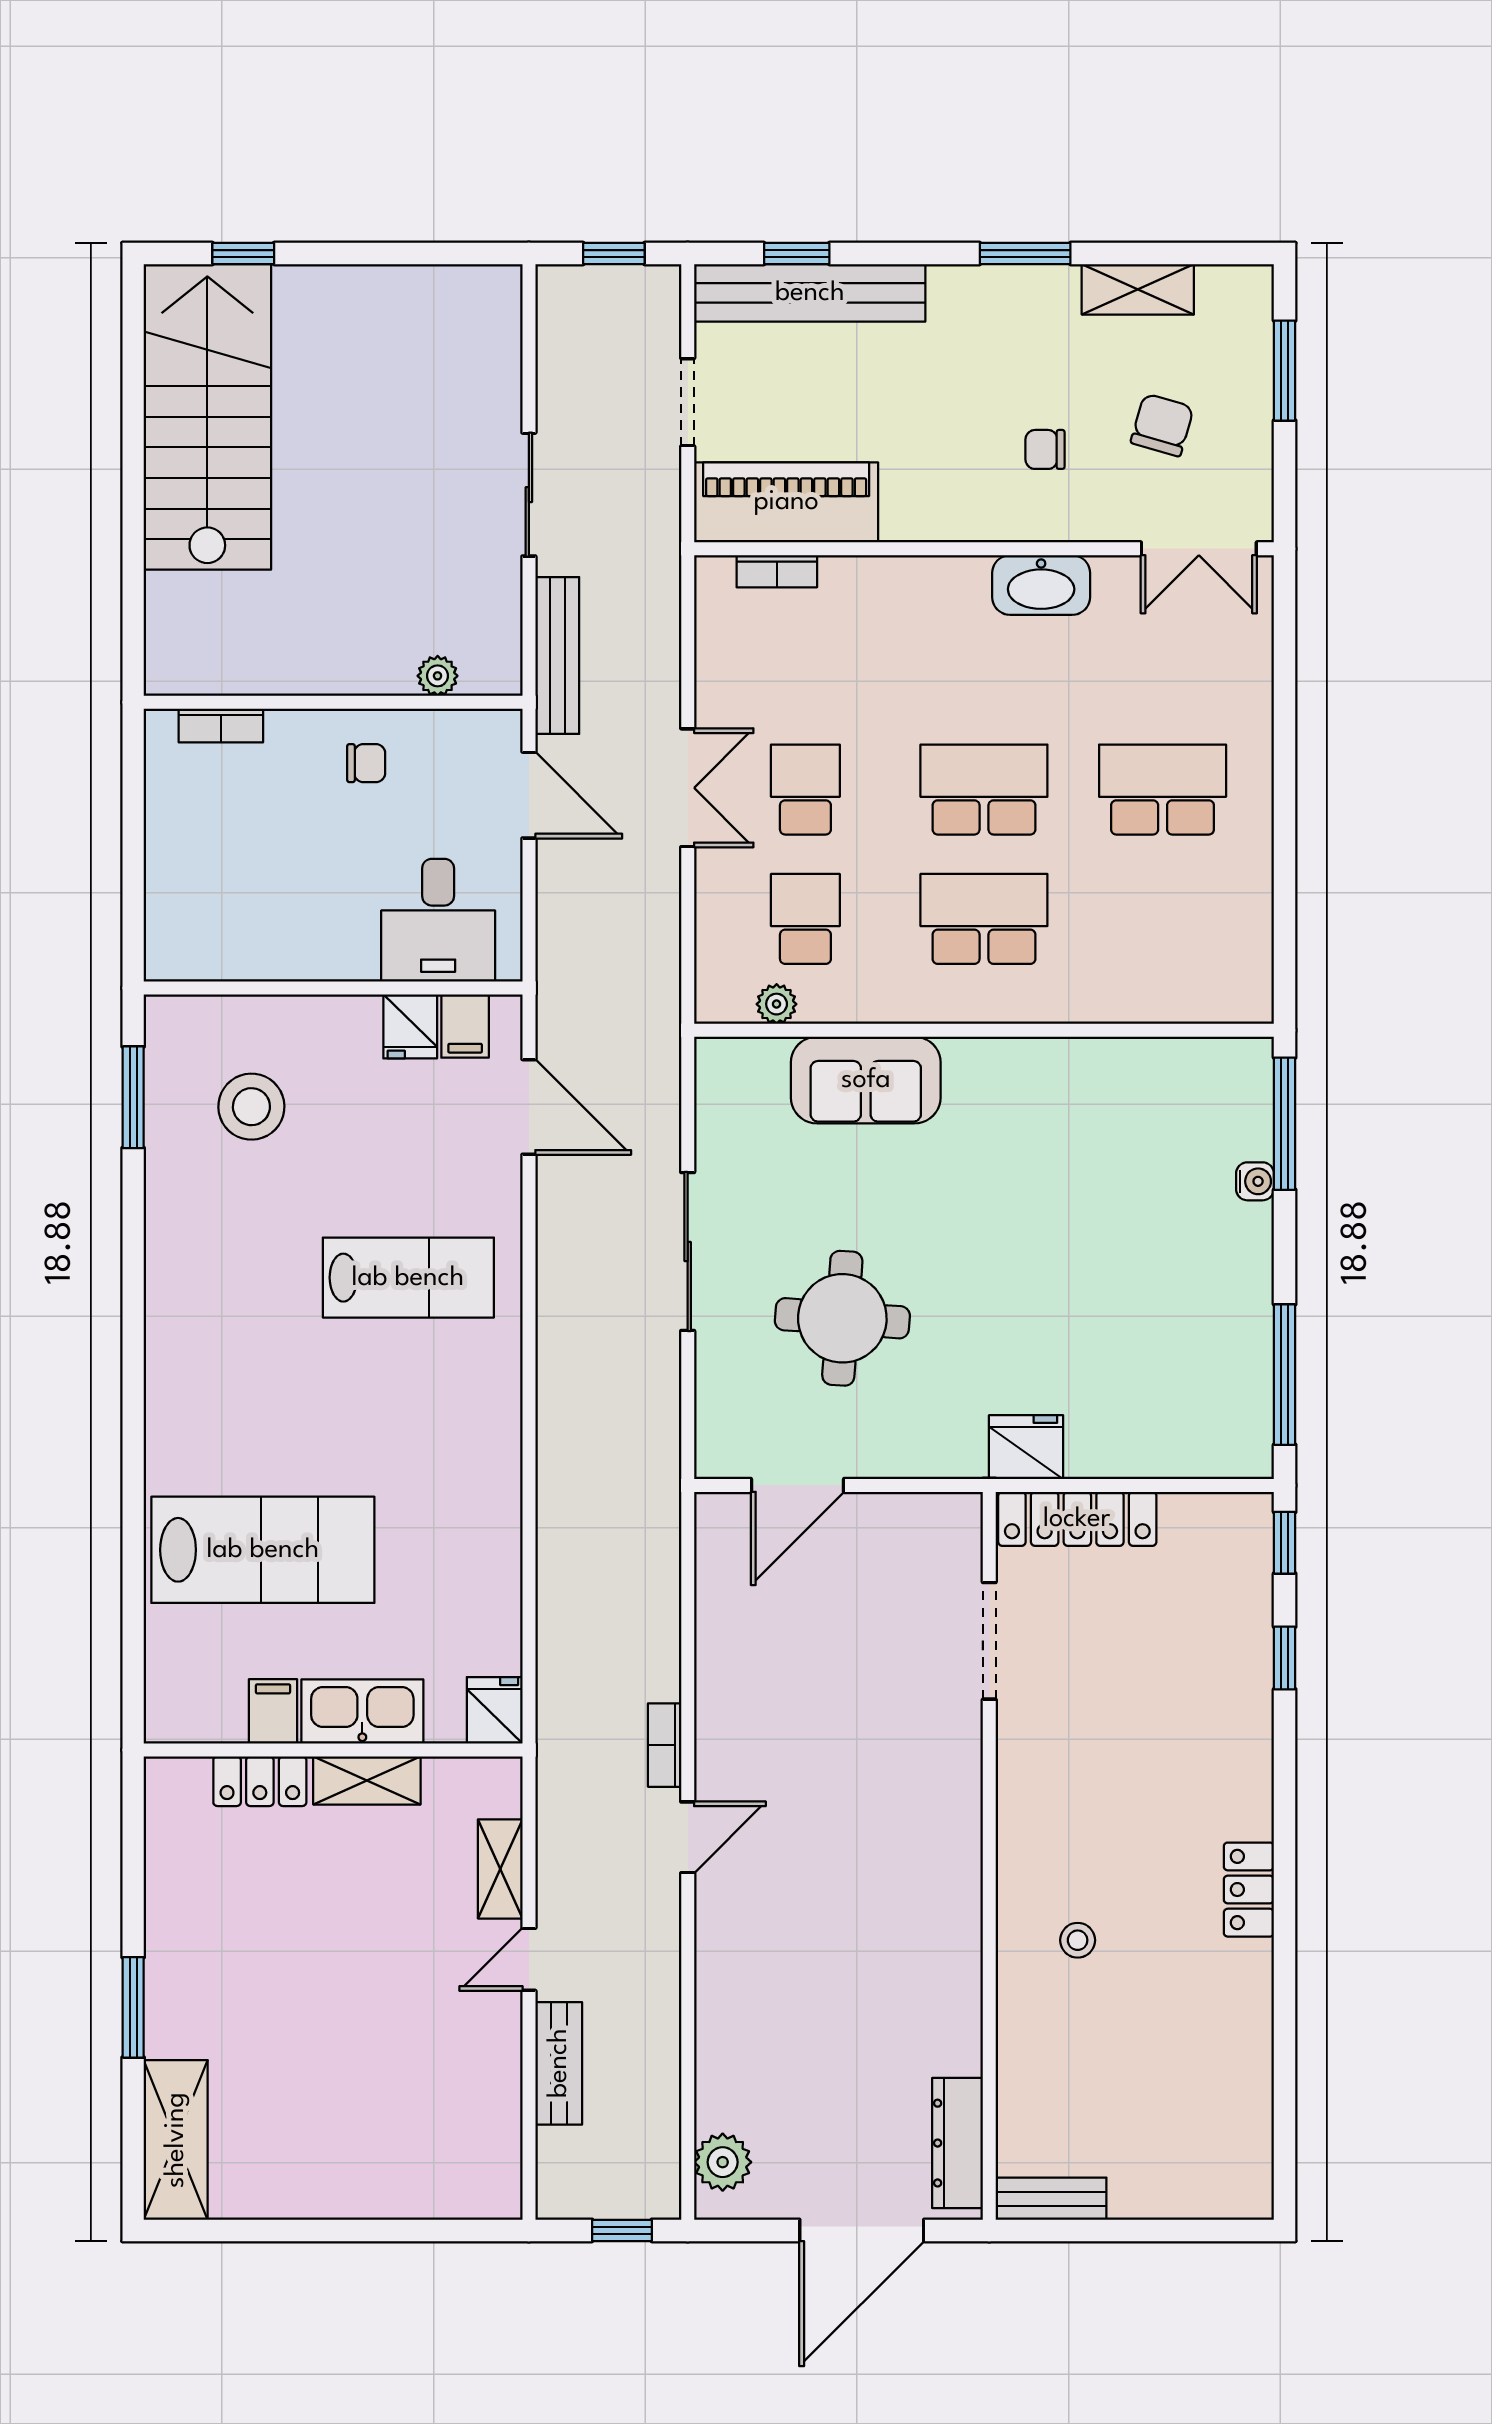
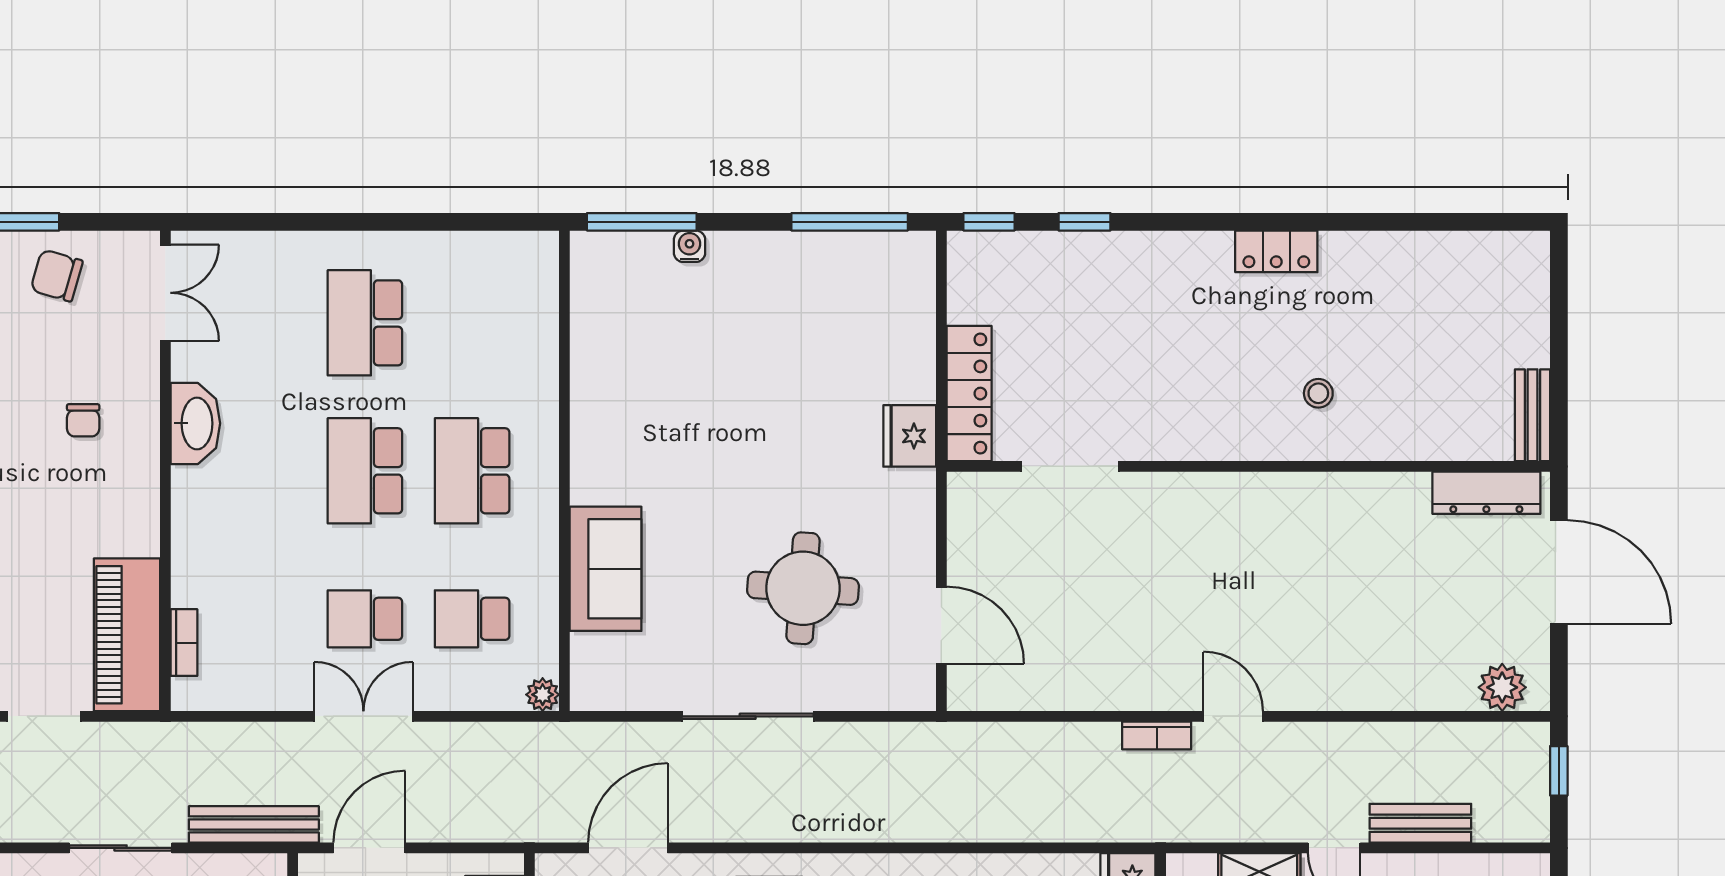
chair: (1162, 425) -> (57, 275), moved
plant: (777, 1004) -> (543, 695), moved

